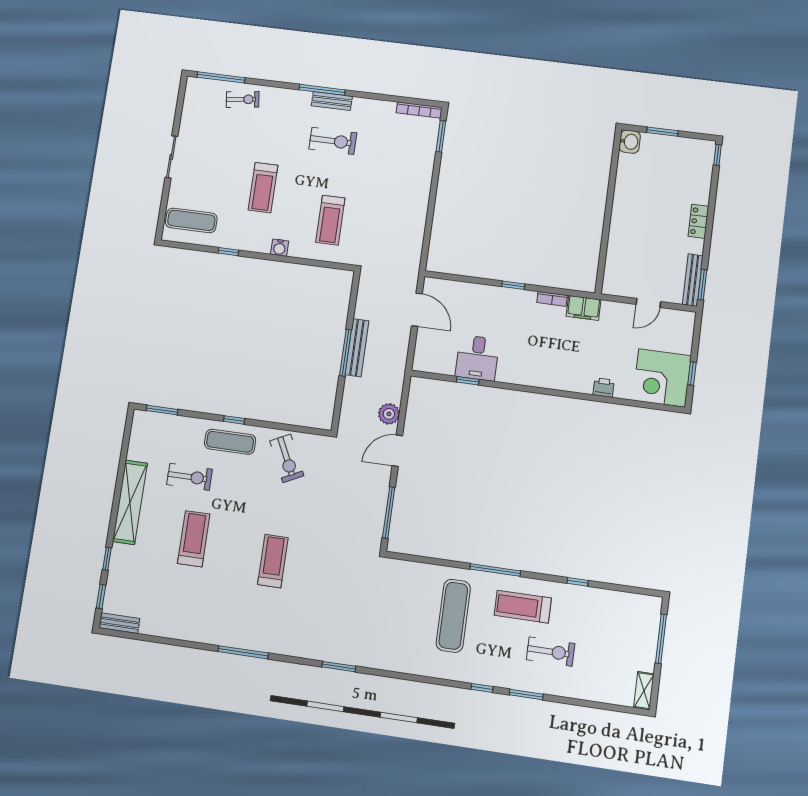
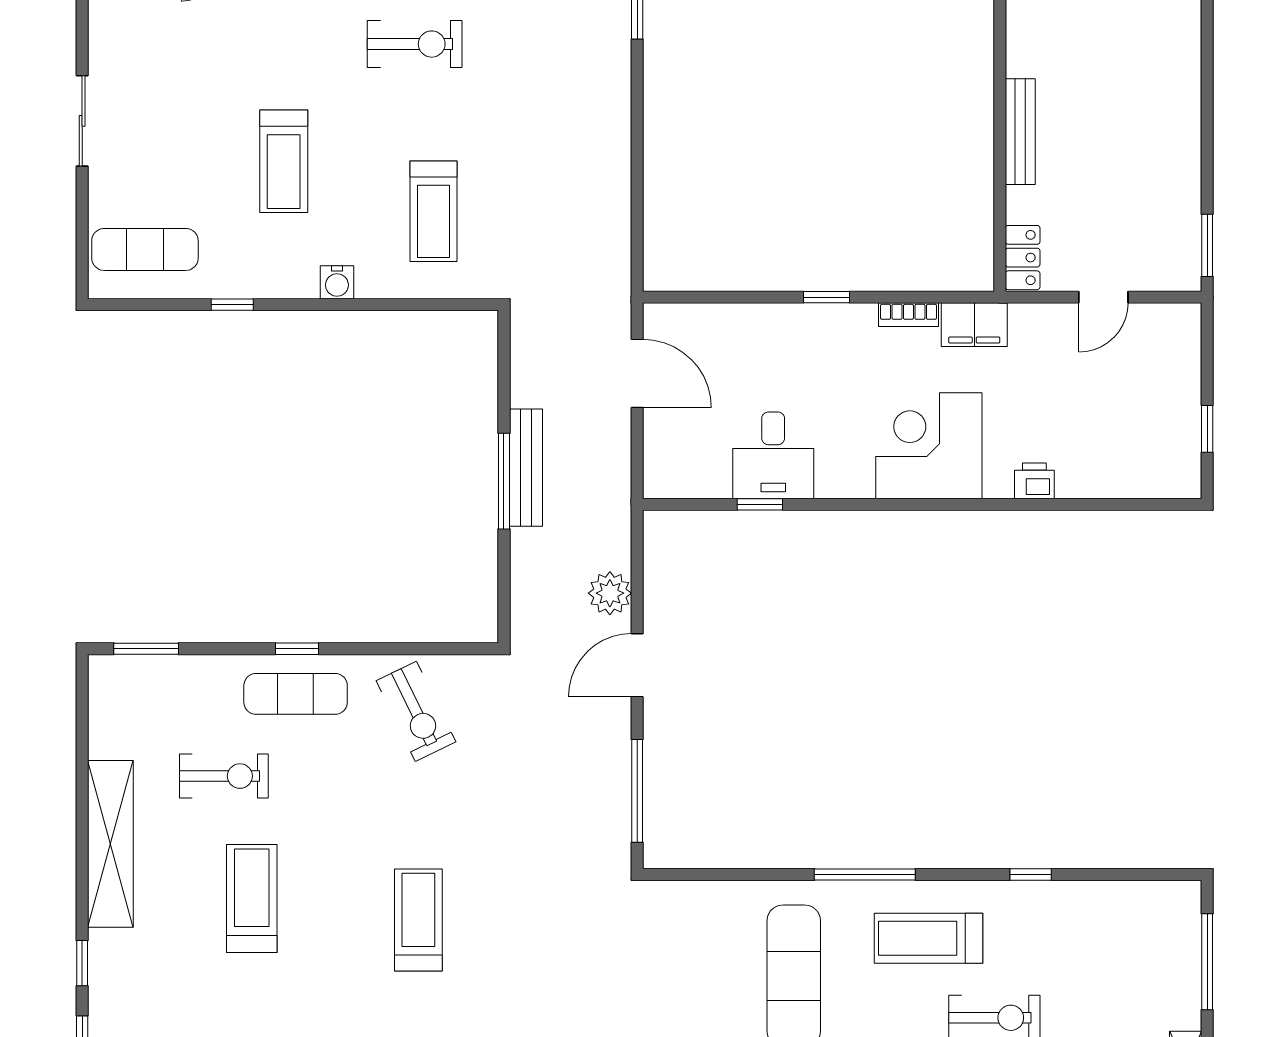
locker: (698, 221) -> (1023, 258), moved, turned 180
bench: (693, 280) -> (1020, 132), moved
corner desk: (662, 378) -> (929, 446), moved, turned 90

